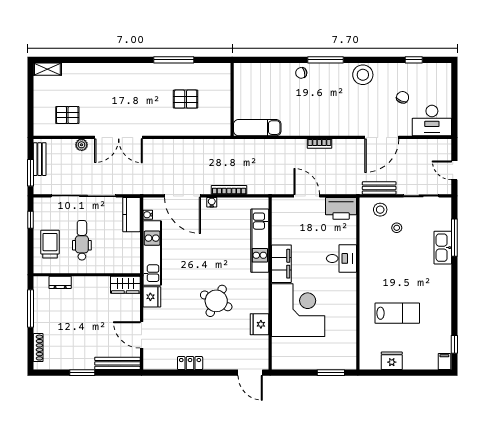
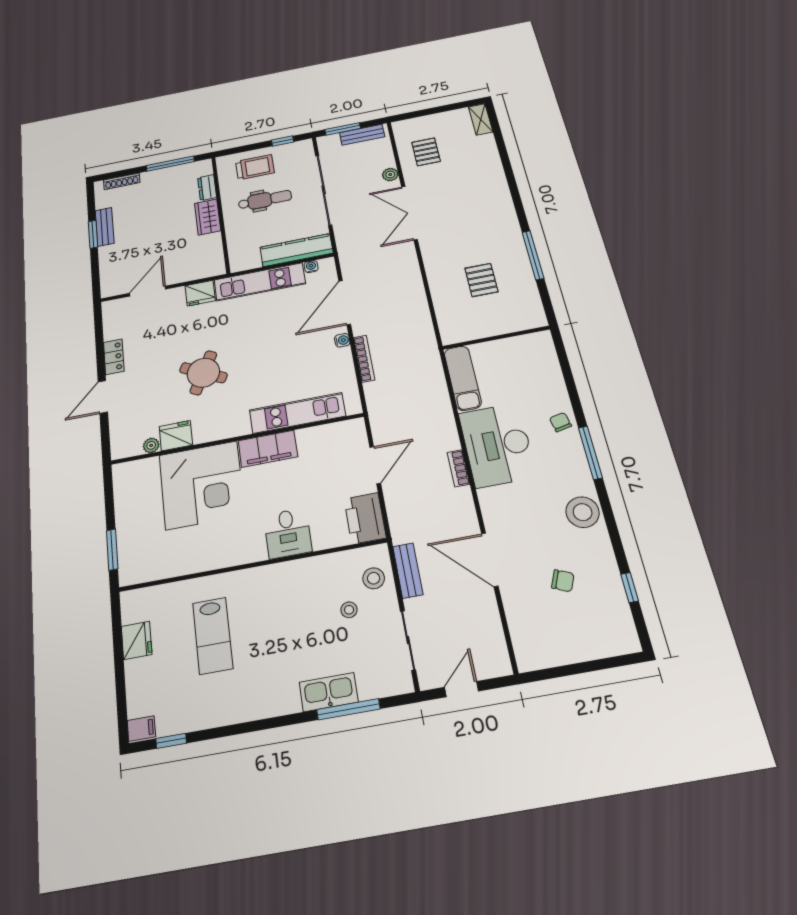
desk: (432, 121) -> (497, 445), moved, width x1.36, depth x1.30
kitchen counter: (131, 215) -> (296, 250), width x1.50
wardrobe: (125, 285) -> (208, 217), moved
plant: (263, 342) -> (151, 445), added
bench: (117, 363) -> (105, 227), moved, width x0.73
door: (250, 373) -> (103, 397), moved

